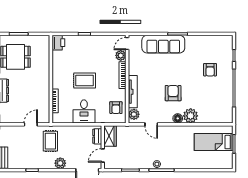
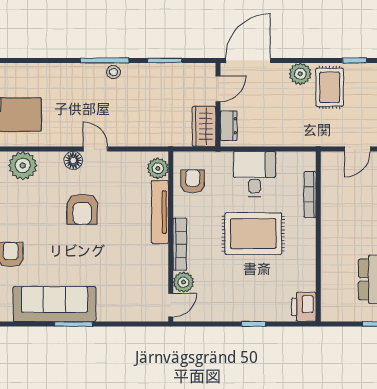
sofa: (163, 44) -> (55, 304), moved
rug: (85, 81) -> (253, 234), width x1.36, depth x1.43
plant: (191, 116) -> (23, 165), moved
door: (151, 124) -> (95, 149), moved
rug: (50, 141) -> (330, 87), moved

